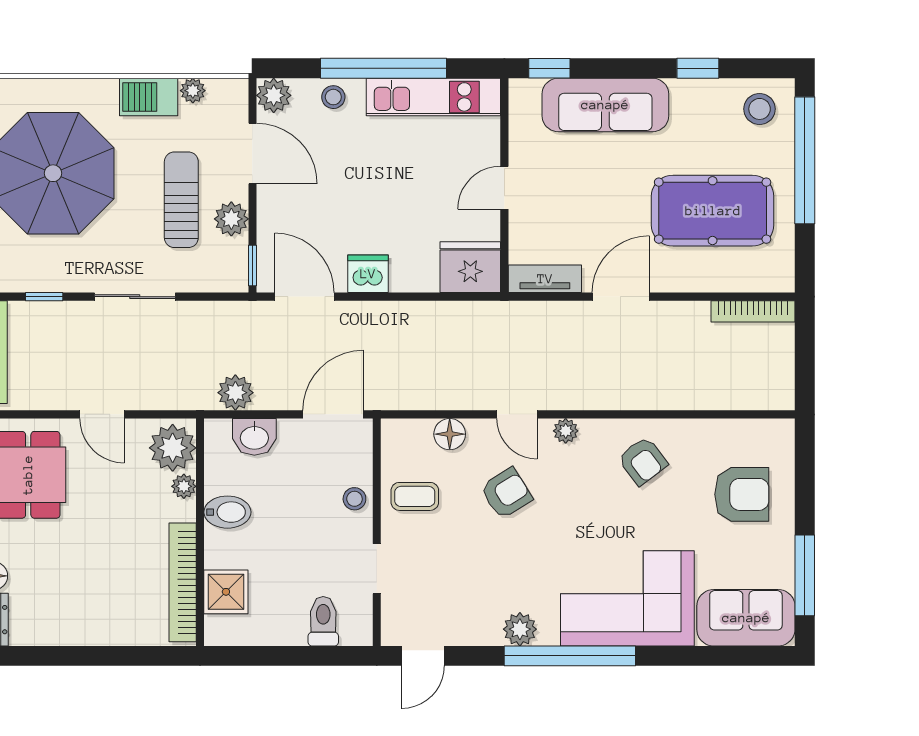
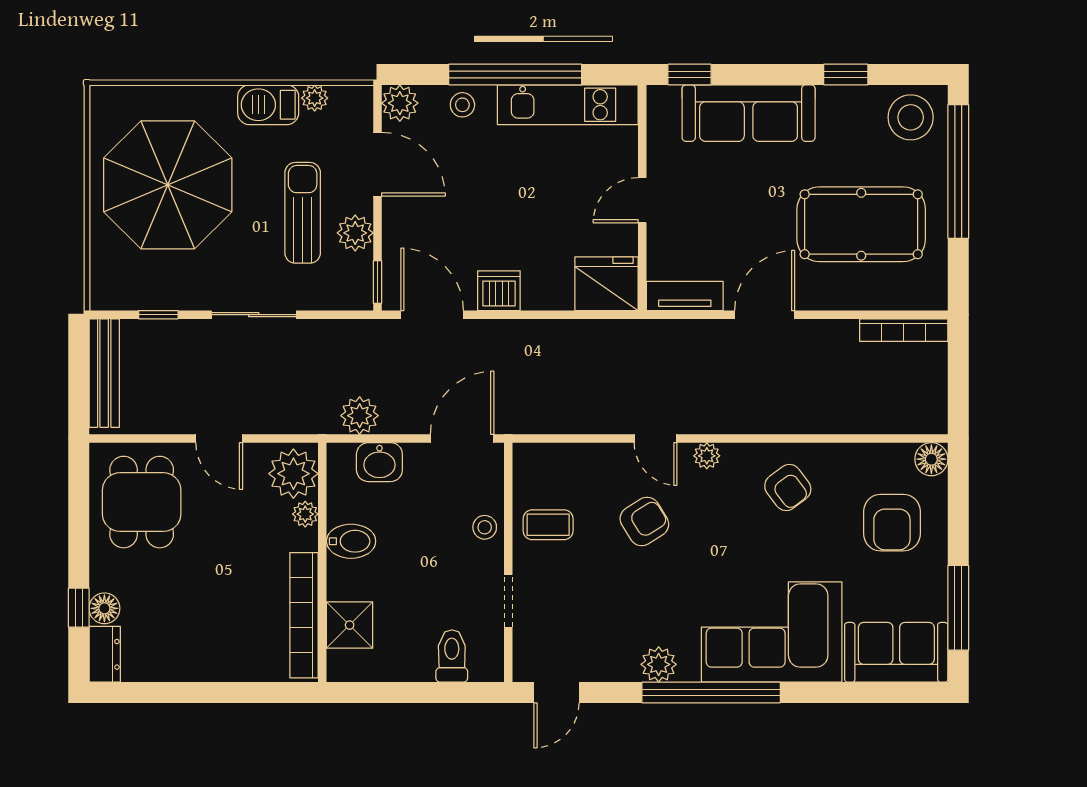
stool: (760, 109) -> (911, 117), width x1.38, depth x1.38
floor lamp: (450, 434) -> (931, 459), moved
armchair: (742, 494) -> (892, 523), turned 90

